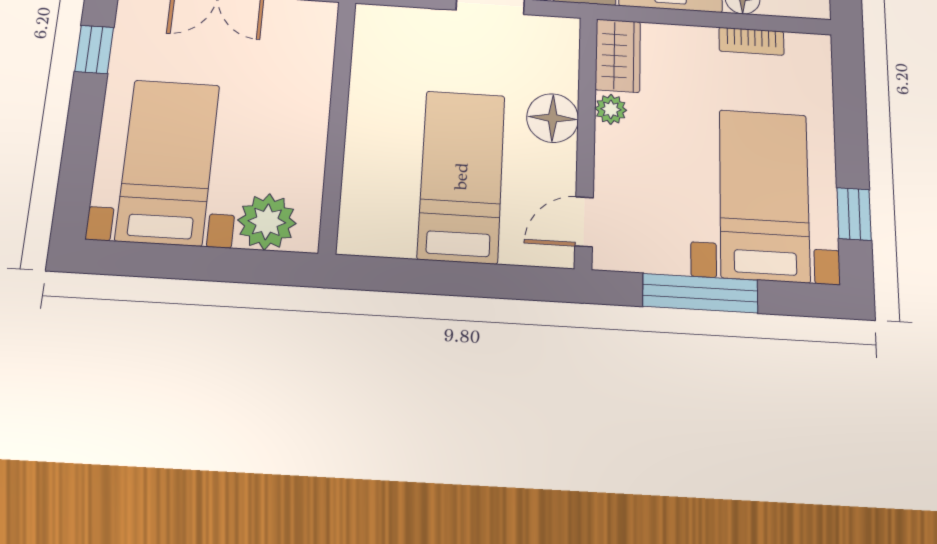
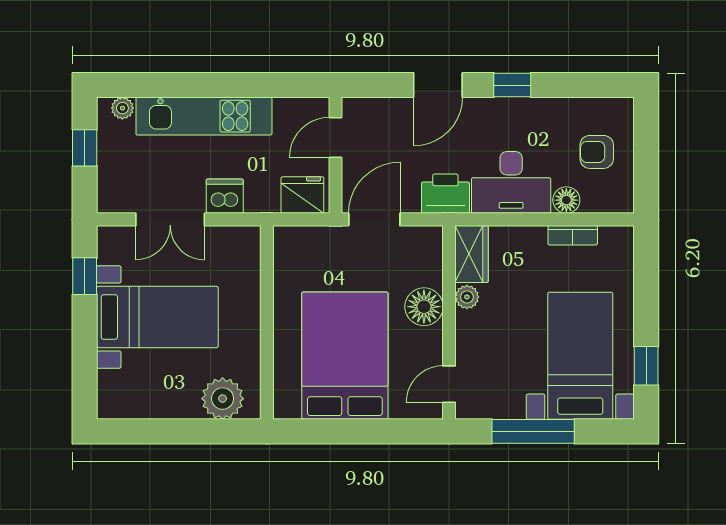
bed with nightstands: (168, 162) -> (157, 317), moved, turned 90
bed: (461, 176) -> (345, 356), width x1.50

